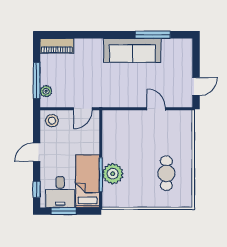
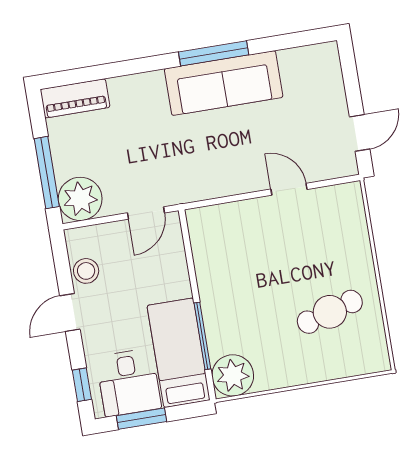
window: (153, 35) -> (214, 53), moved
plant: (46, 91) -> (80, 199), width x1.88, depth x1.88
stool: (52, 121) -> (86, 271), moved
cafe table: (166, 173) -> (330, 312), turned 74
plant: (113, 174) -> (233, 375), moved

